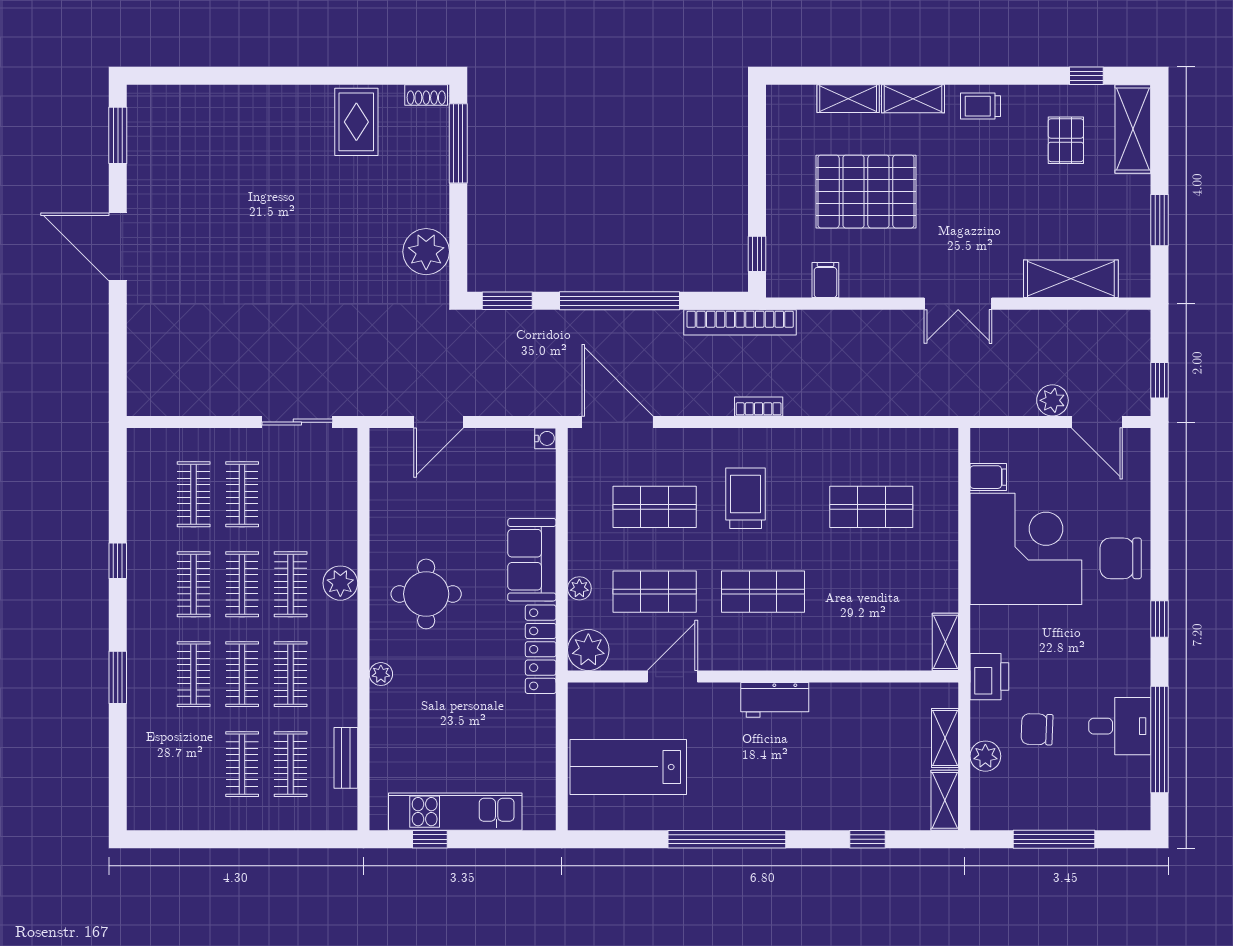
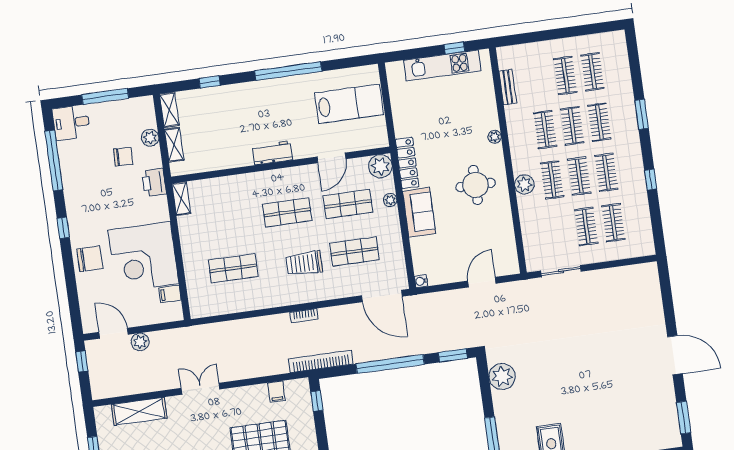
trolley: (746, 498) -> (304, 263), turned 90
desk: (1120, 726) -> (71, 123), moved
clothes rail: (291, 764) -> (592, 72), moved

